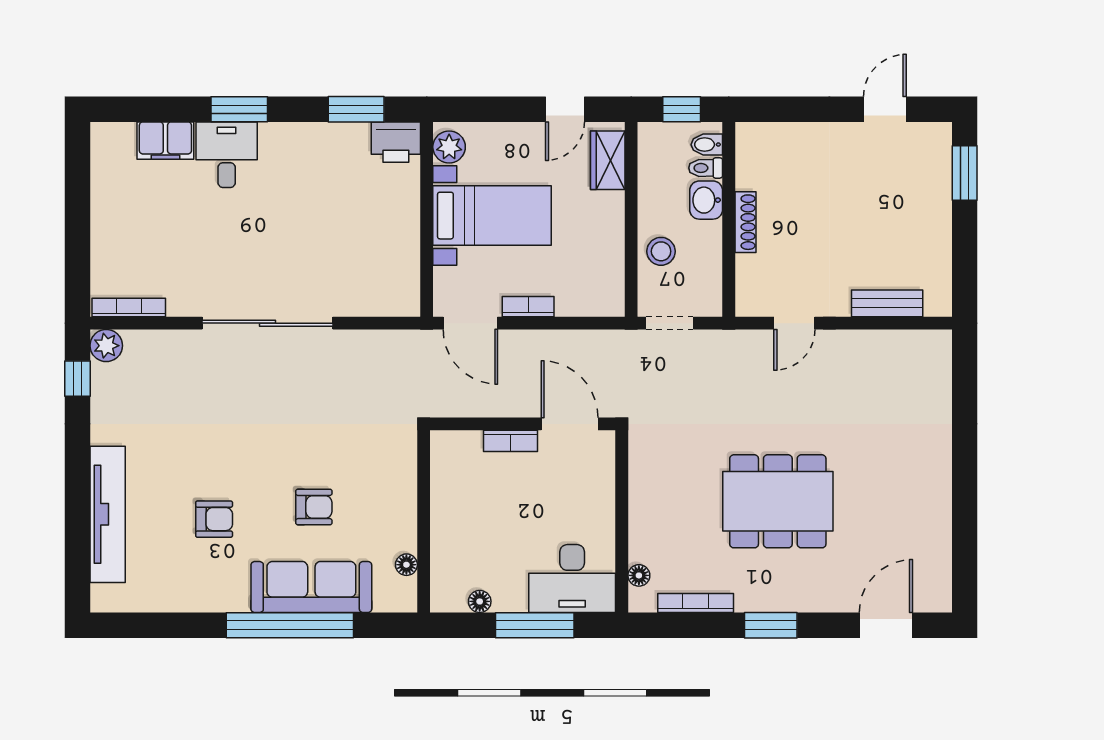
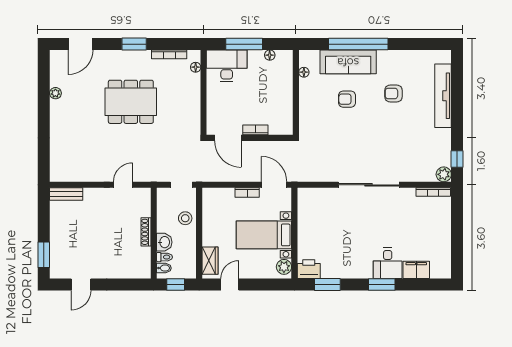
bench: (887, 303) -> (66, 194), moved
plant: (940, 520) -> (55, 93), added

